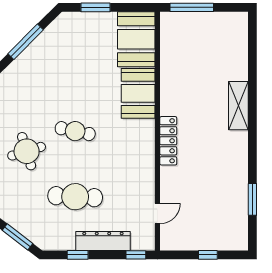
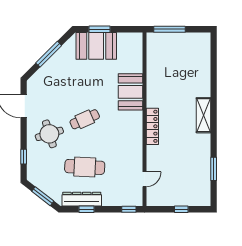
booth: (136, 39) -> (96, 46), moved, turned 90
shelving: (238, 106) -> (203, 115), moved
cafe table: (75, 131) -> (85, 119), turned -36
dresser: (103, 241) -> (82, 199), moved

